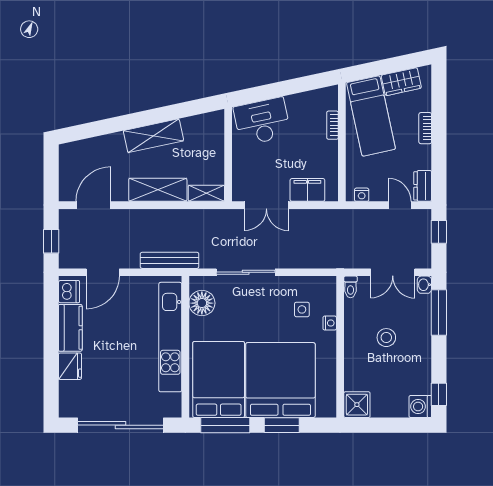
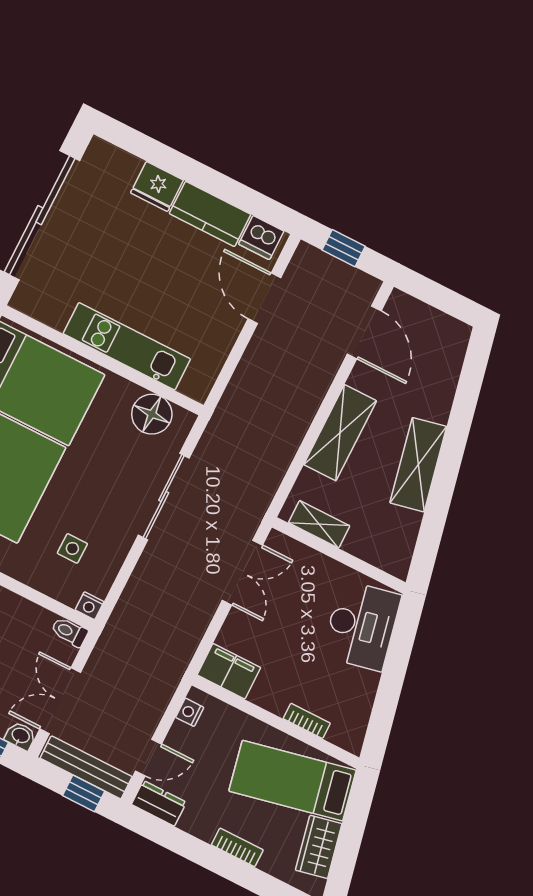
filing cabinet: (307, 190) -> (229, 671), moved, turned -90
shelving: (206, 193) -> (319, 524), moved, turned 90
double door: (266, 205) -> (242, 573), swing flipped
bench: (170, 260) -> (86, 767), moved, turned 90
nightstand: (330, 323) -> (90, 606), moved
kitchen unit: (170, 337) -> (127, 346), width x0.73

